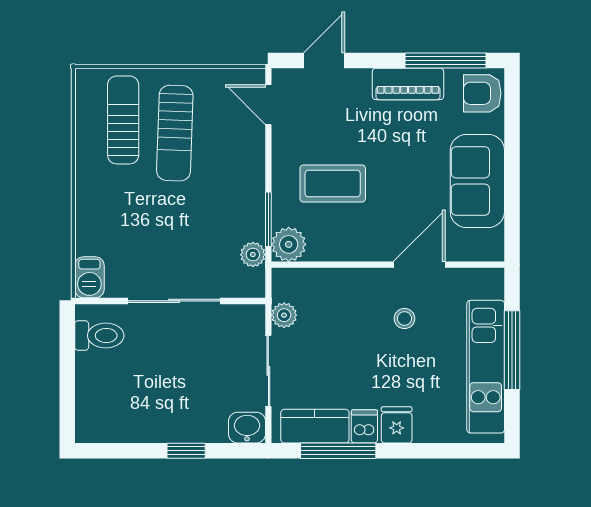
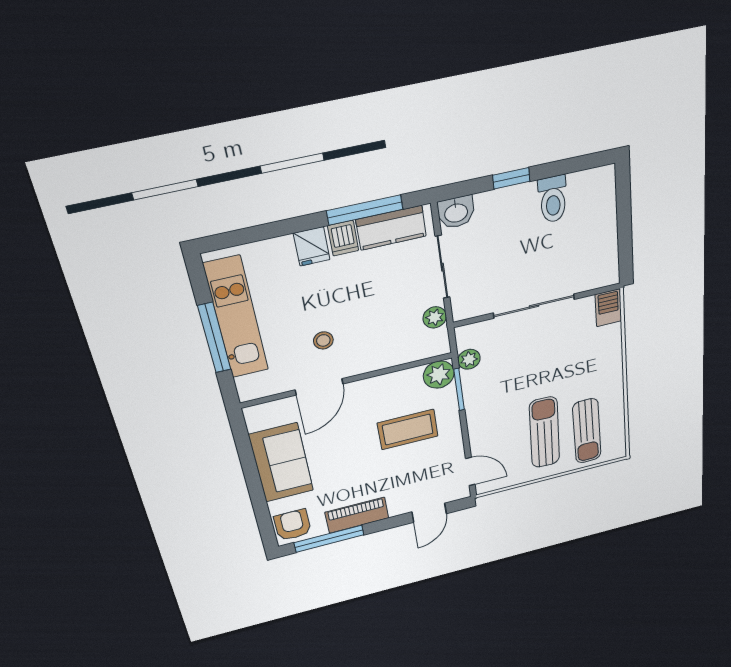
armchair: (482, 93) -> (293, 525), turned -90
toilet: (99, 336) -> (553, 199), moved, turned -90

